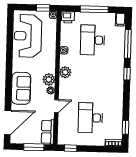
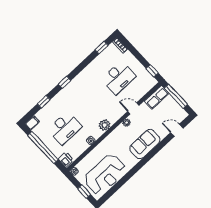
window: (43, 8) -> (84, 192), moved
window: (94, 9) -> (43, 147), width x1.46
window: (128, 44) -> (44, 102), width x0.46
plant: (49, 79) -> (120, 131), removed
door: (8, 122) -> (177, 130), width x0.53
window: (34, 147) -> (176, 96), width x1.44

